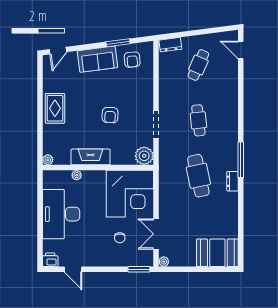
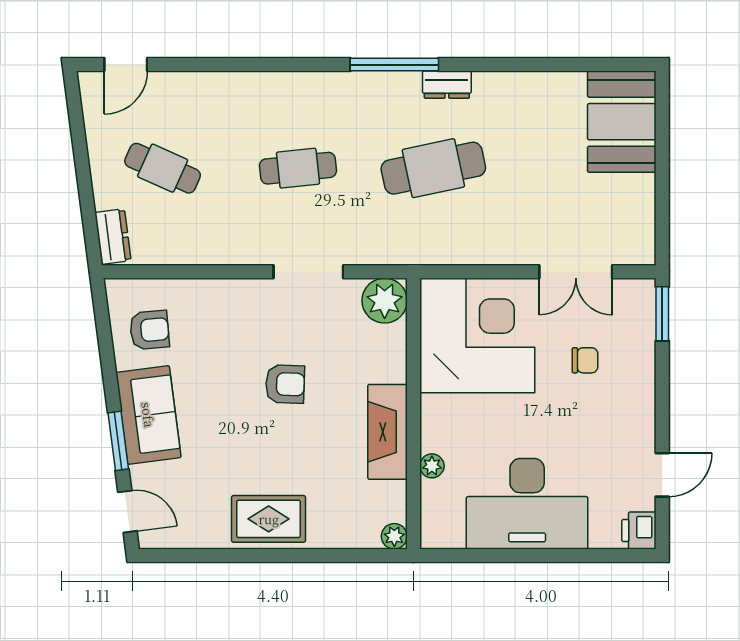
window: (118, 43) -> (118, 441), moved
plant: (164, 262) -> (643, 253), removed

